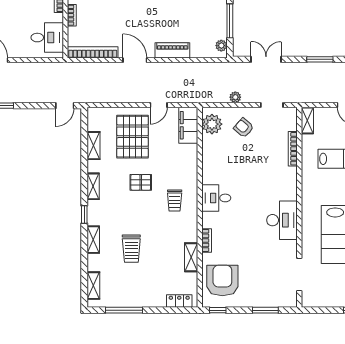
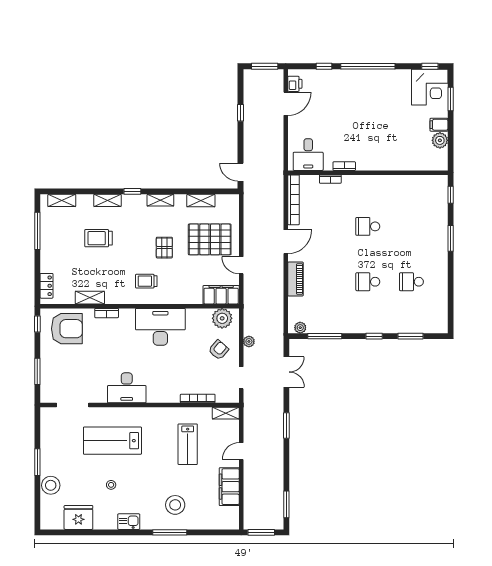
desk: (216, 198) -> (160, 327), width x1.87, depth x1.30

